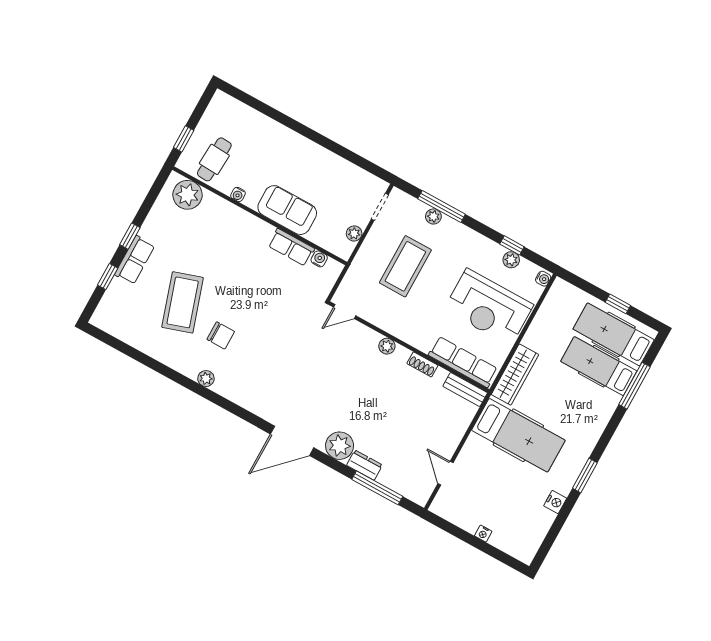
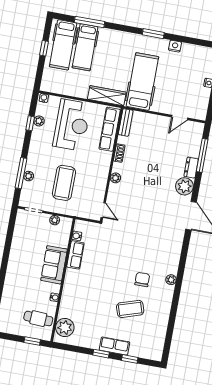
coffee table: (405, 266) -> (64, 183), turned 90
coffee table: (183, 302) -> (130, 309), width x0.73, depth x0.76

